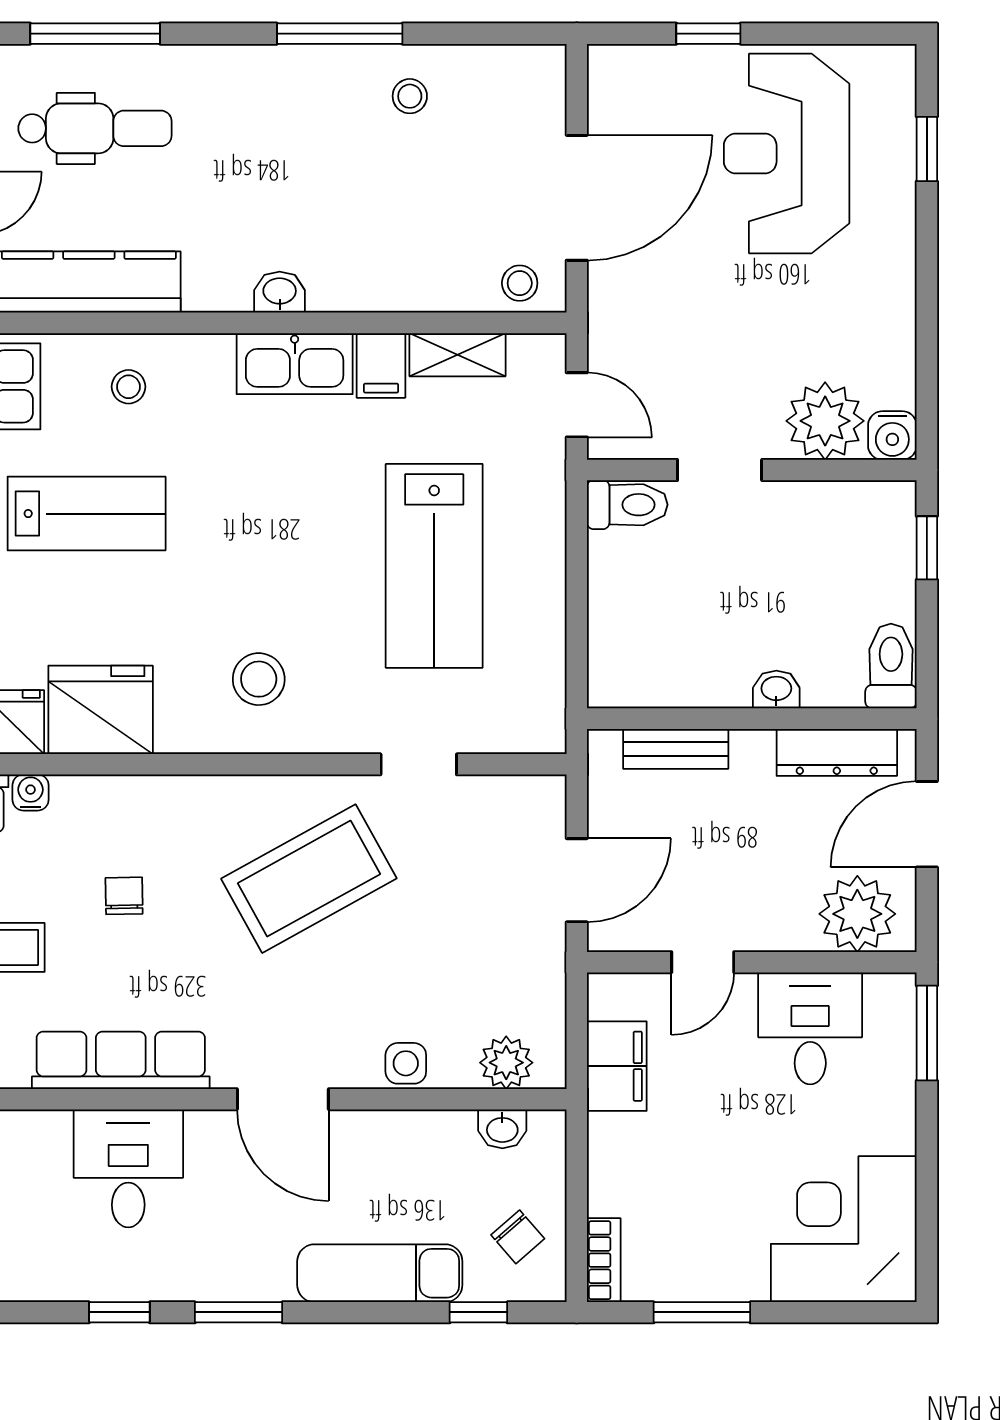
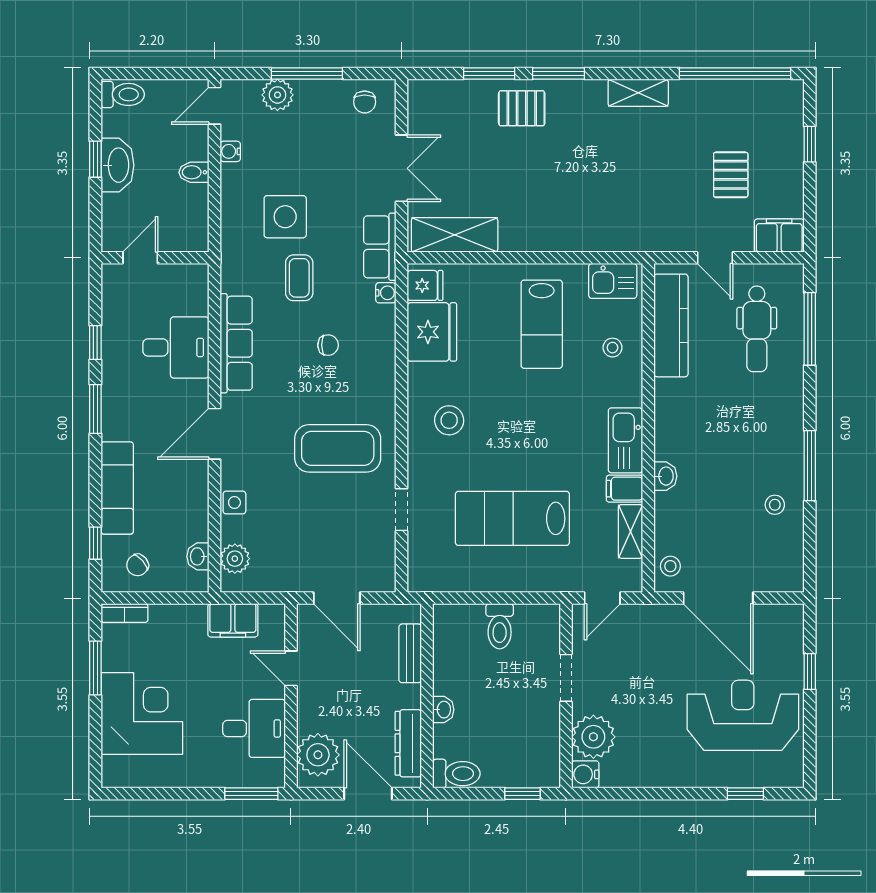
washbasin: (280, 292) -> (665, 476), moved
toilet: (627, 505) -> (500, 626), moved
coffee table: (309, 879) -> (338, 448), turned -61
corner desk: (844, 1229) -> (142, 713), moved

